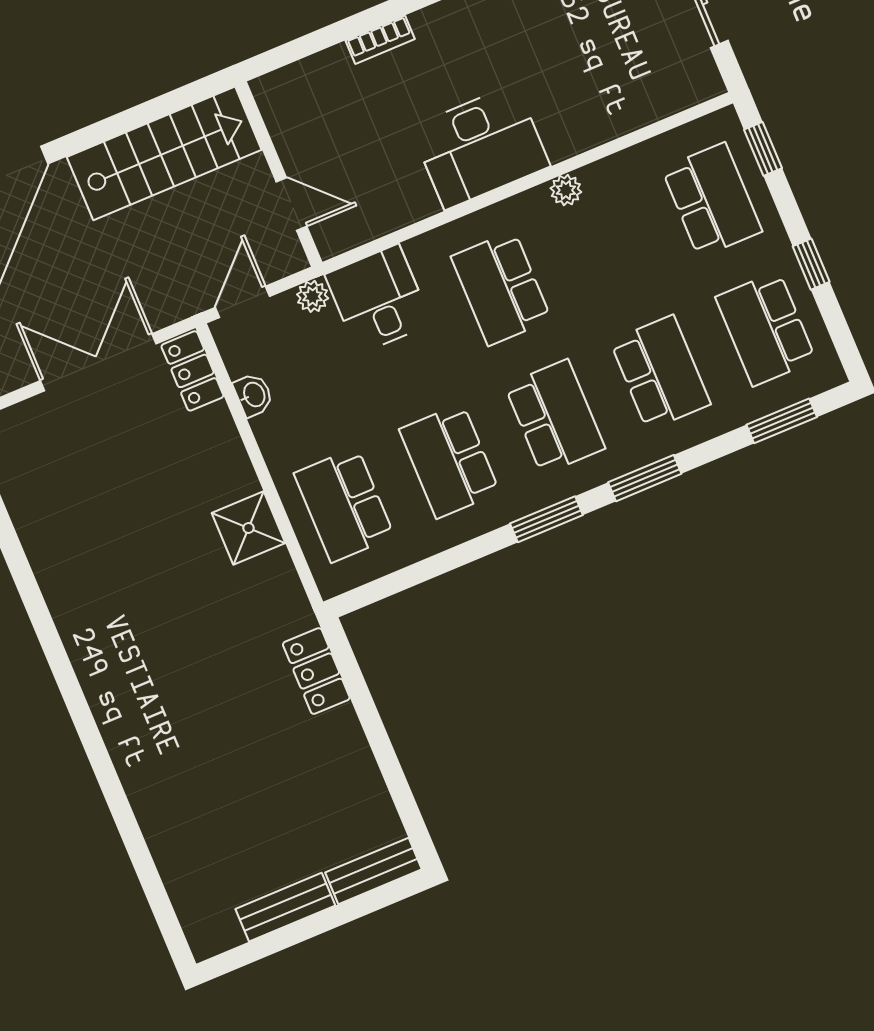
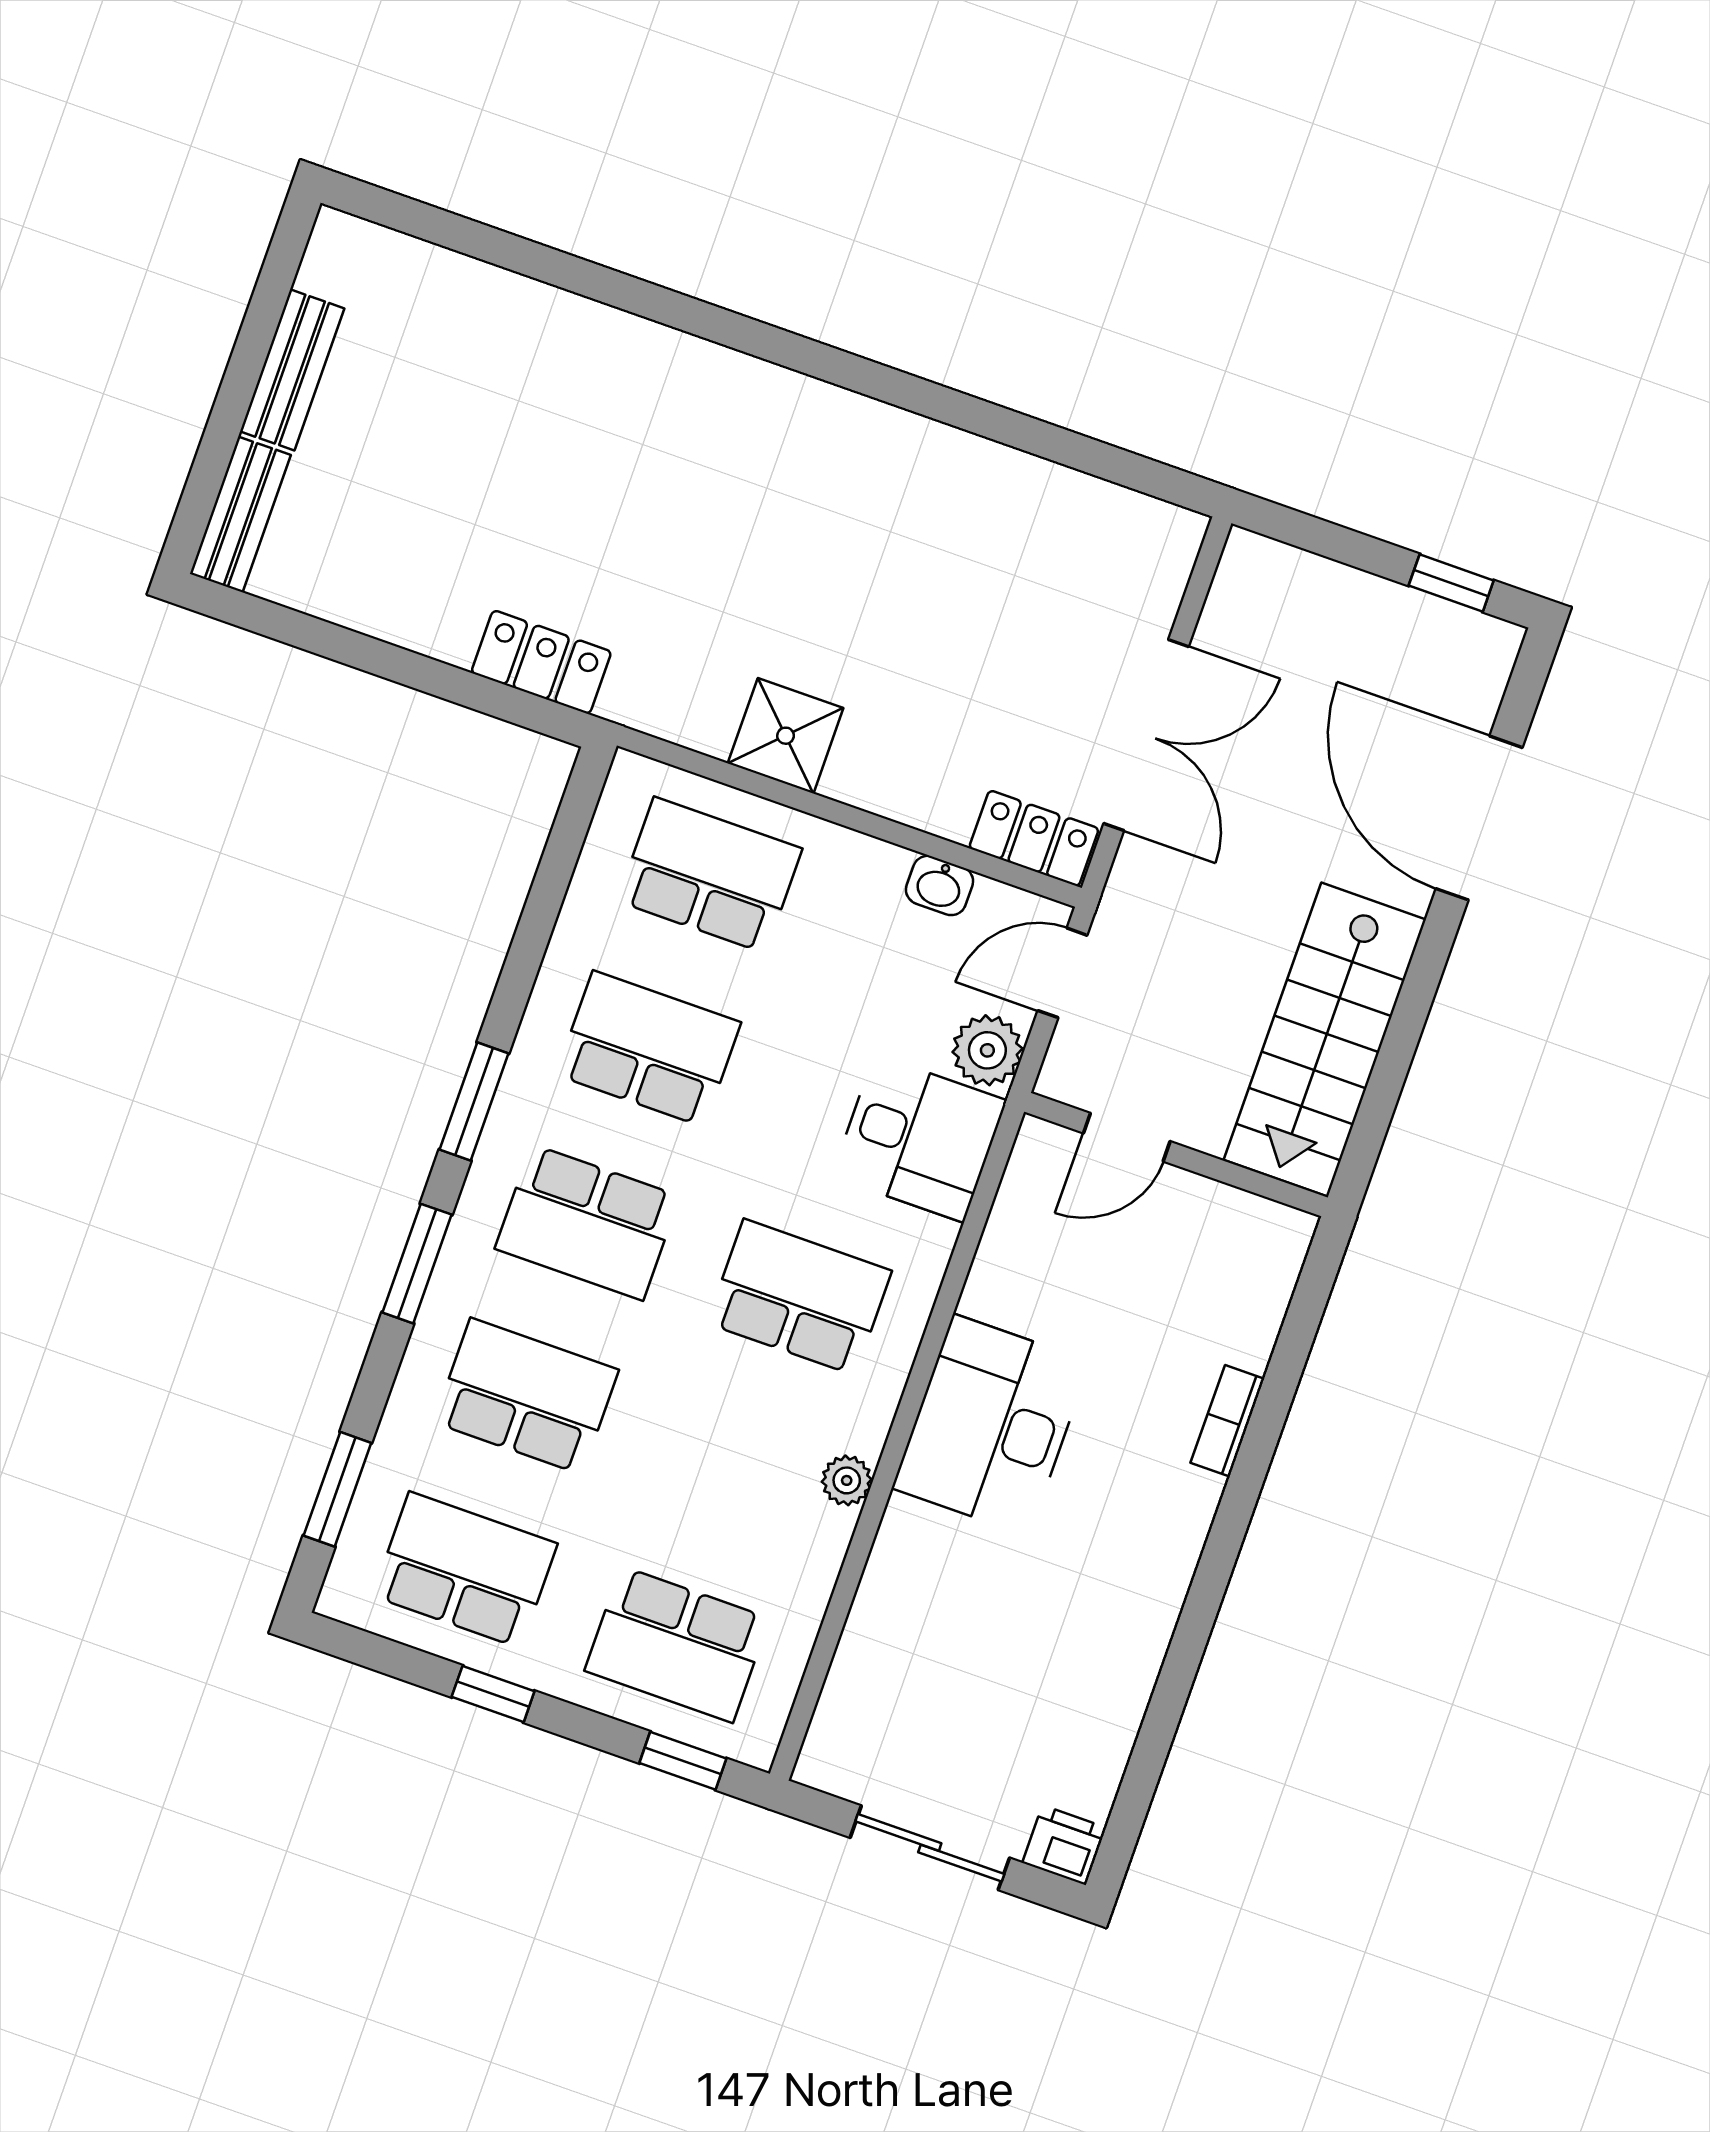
plant: (313, 296) -> (987, 1050), width x1.38, depth x1.38
door: (243, 302) -> (1062, 973), swing flipped
school desk: (660, 373) -> (526, 1396), turned 180

